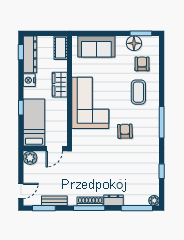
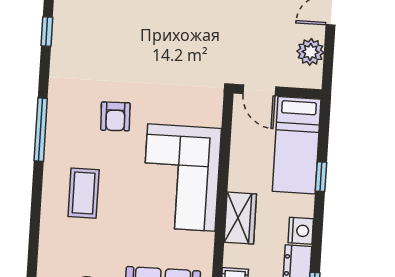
armchair: (142, 64) -> (73, 249), removed
door: (54, 149) -> (259, 90), swing flipped
plant: (30, 158) -> (310, 52), moved

